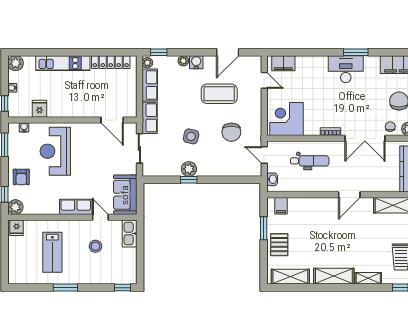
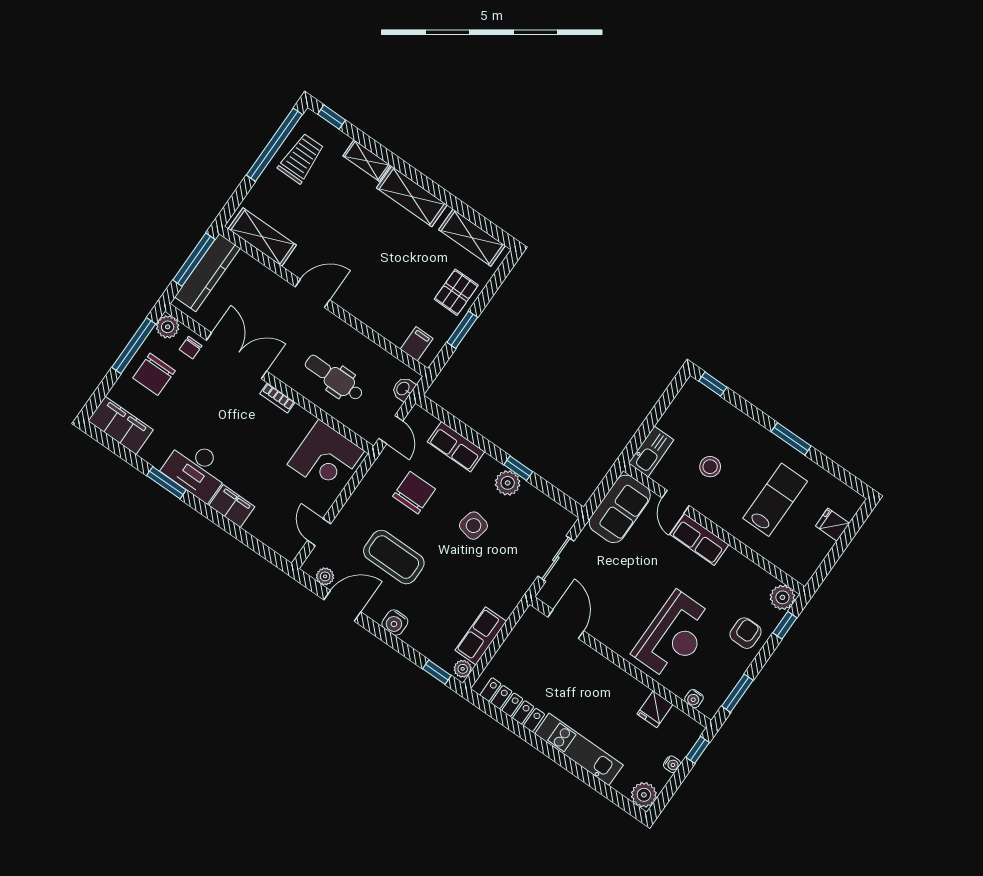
plant: (183, 61) -> (325, 576), moved
filing cabinet: (283, 63) -> (232, 506), moved
row of seats: (150, 118) -> (456, 447), moved, turned -90
fridge: (17, 228) -> (832, 525), moved, turned -90

